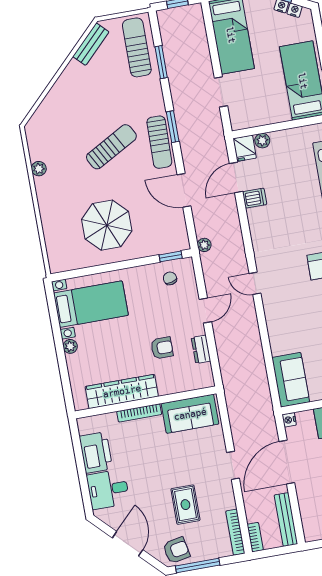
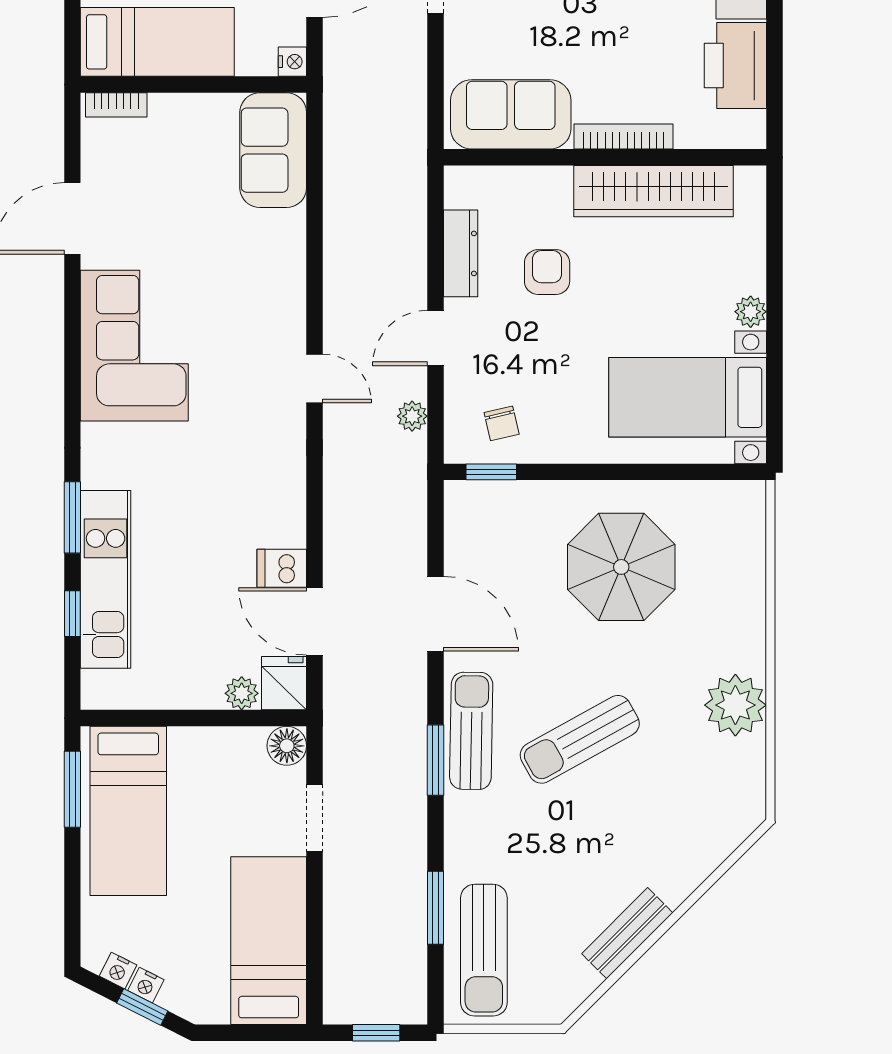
bench: (91, 44) -> (627, 933), moved
floor lamp: (239, 121) -> (287, 746), added
plant: (39, 169) -> (735, 705), width x1.87, depth x1.87
door: (236, 178) -> (314, 621), swing flipped
plant: (204, 245) -> (412, 416), moved
armchair: (162, 348) -> (547, 272), turned 90
dresser: (201, 349) -> (461, 253), width x1.44

